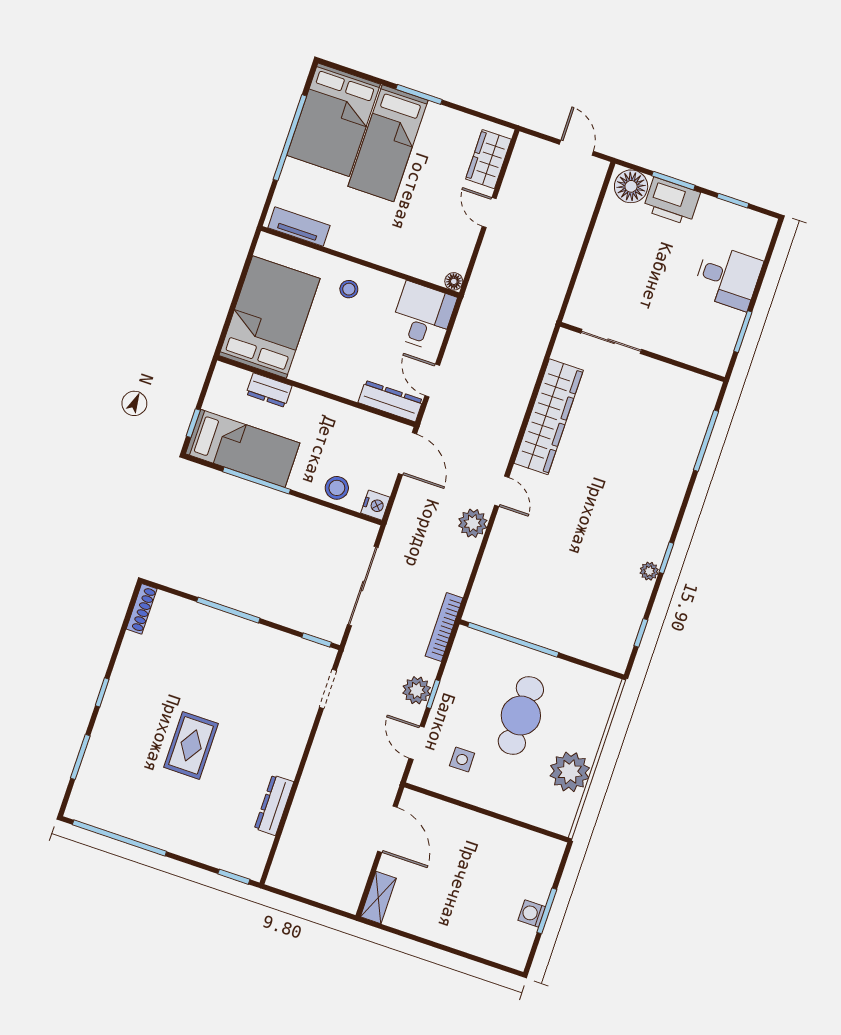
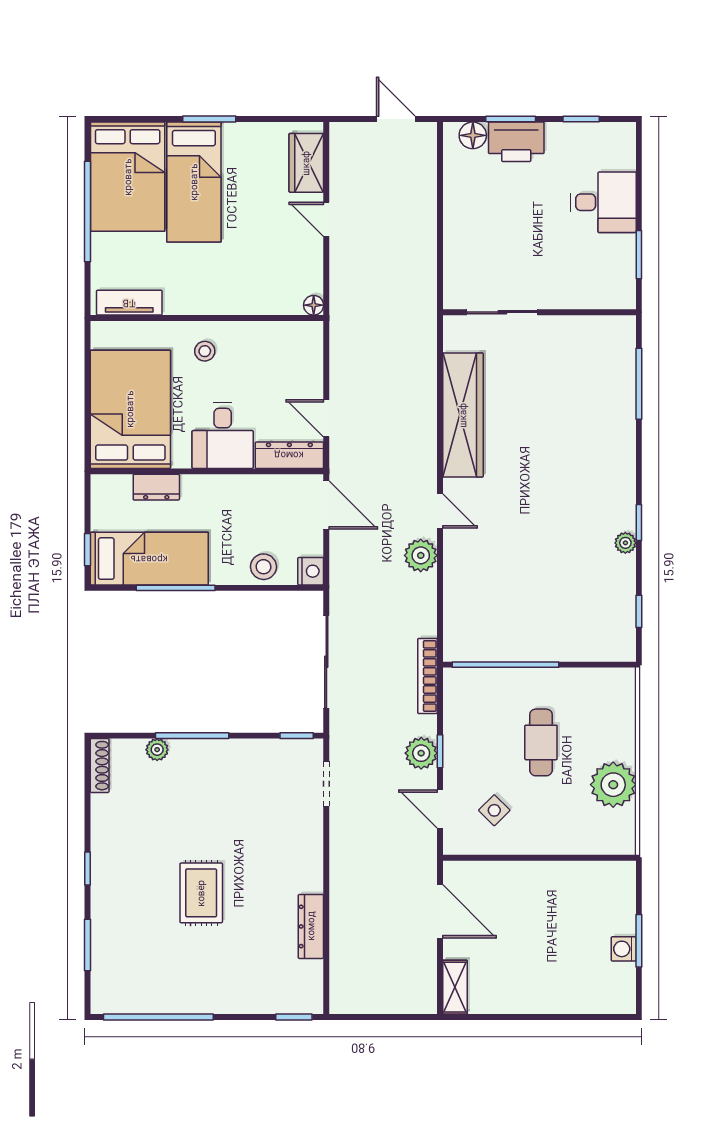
floor lamp: (631, 186) -> (473, 135), width x0.73, depth x0.73
desk: (423, 316) -> (223, 436), moved, turned 180
plant: (195, 612) -> (157, 750), added
cafe table: (521, 716) -> (541, 742), width x0.73, depth x0.74
side table: (462, 759) -> (494, 810), turned 45

